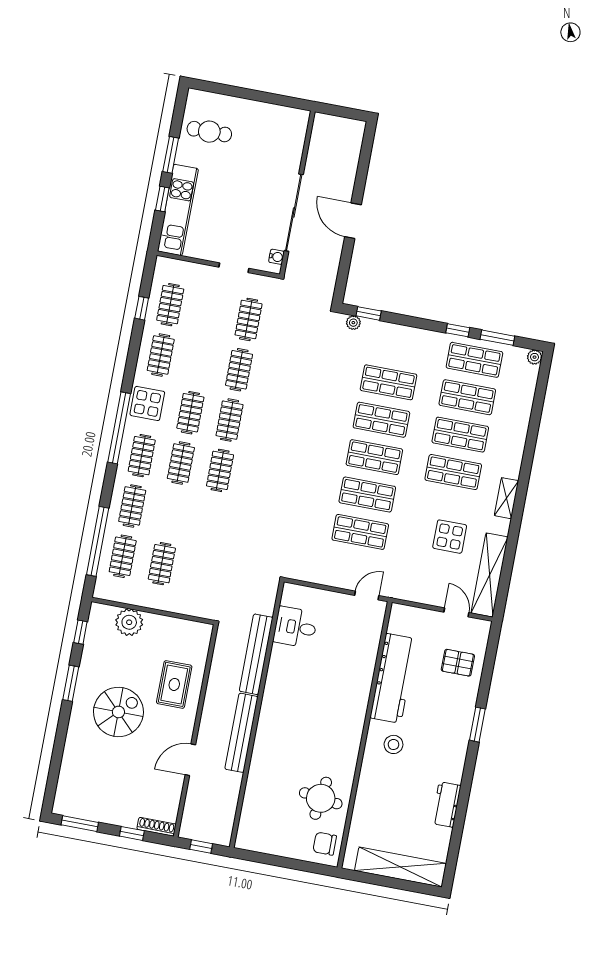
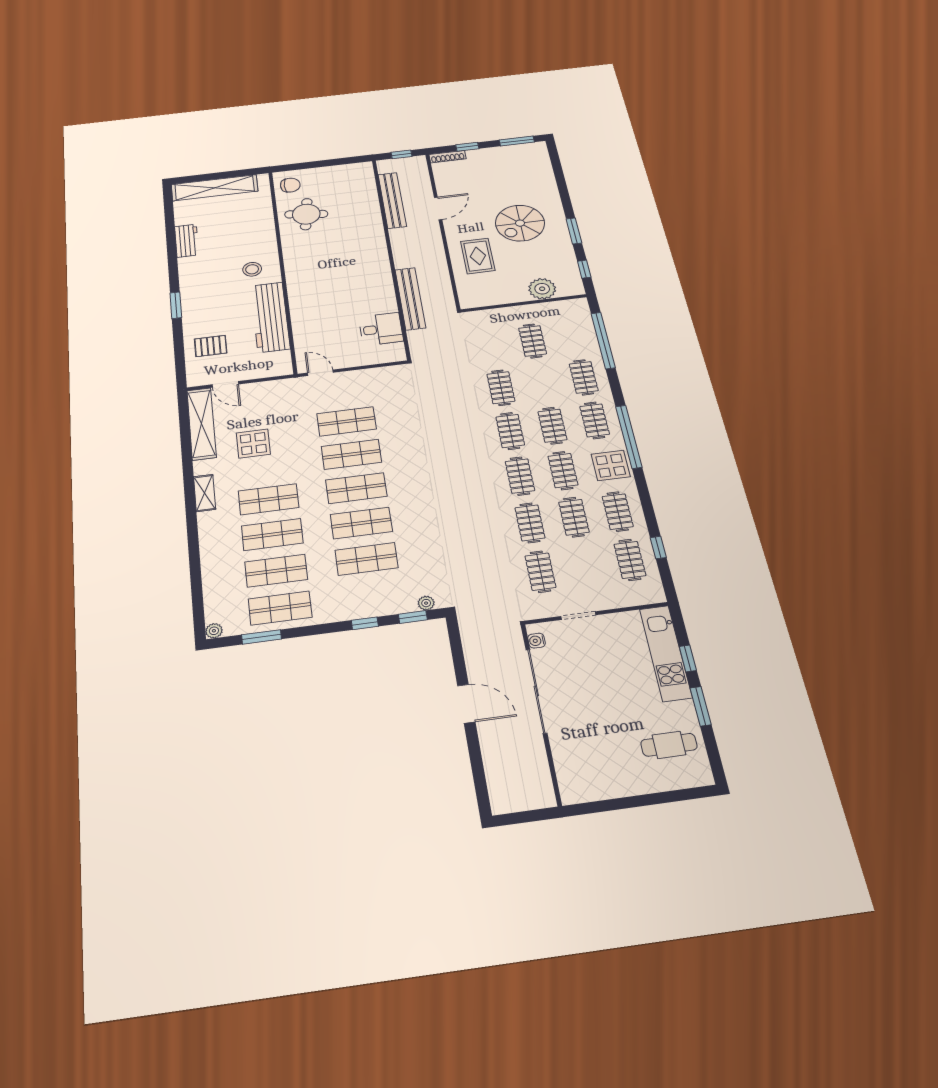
window: (458, 330) -> (365, 623), moved
clothes rail: (200, 362) -> (574, 517), added
clothes rail: (123, 556) -> (501, 388), moved
door: (367, 595) -> (320, 373), swing flipped
bench: (241, 733) -> (392, 200), moved

